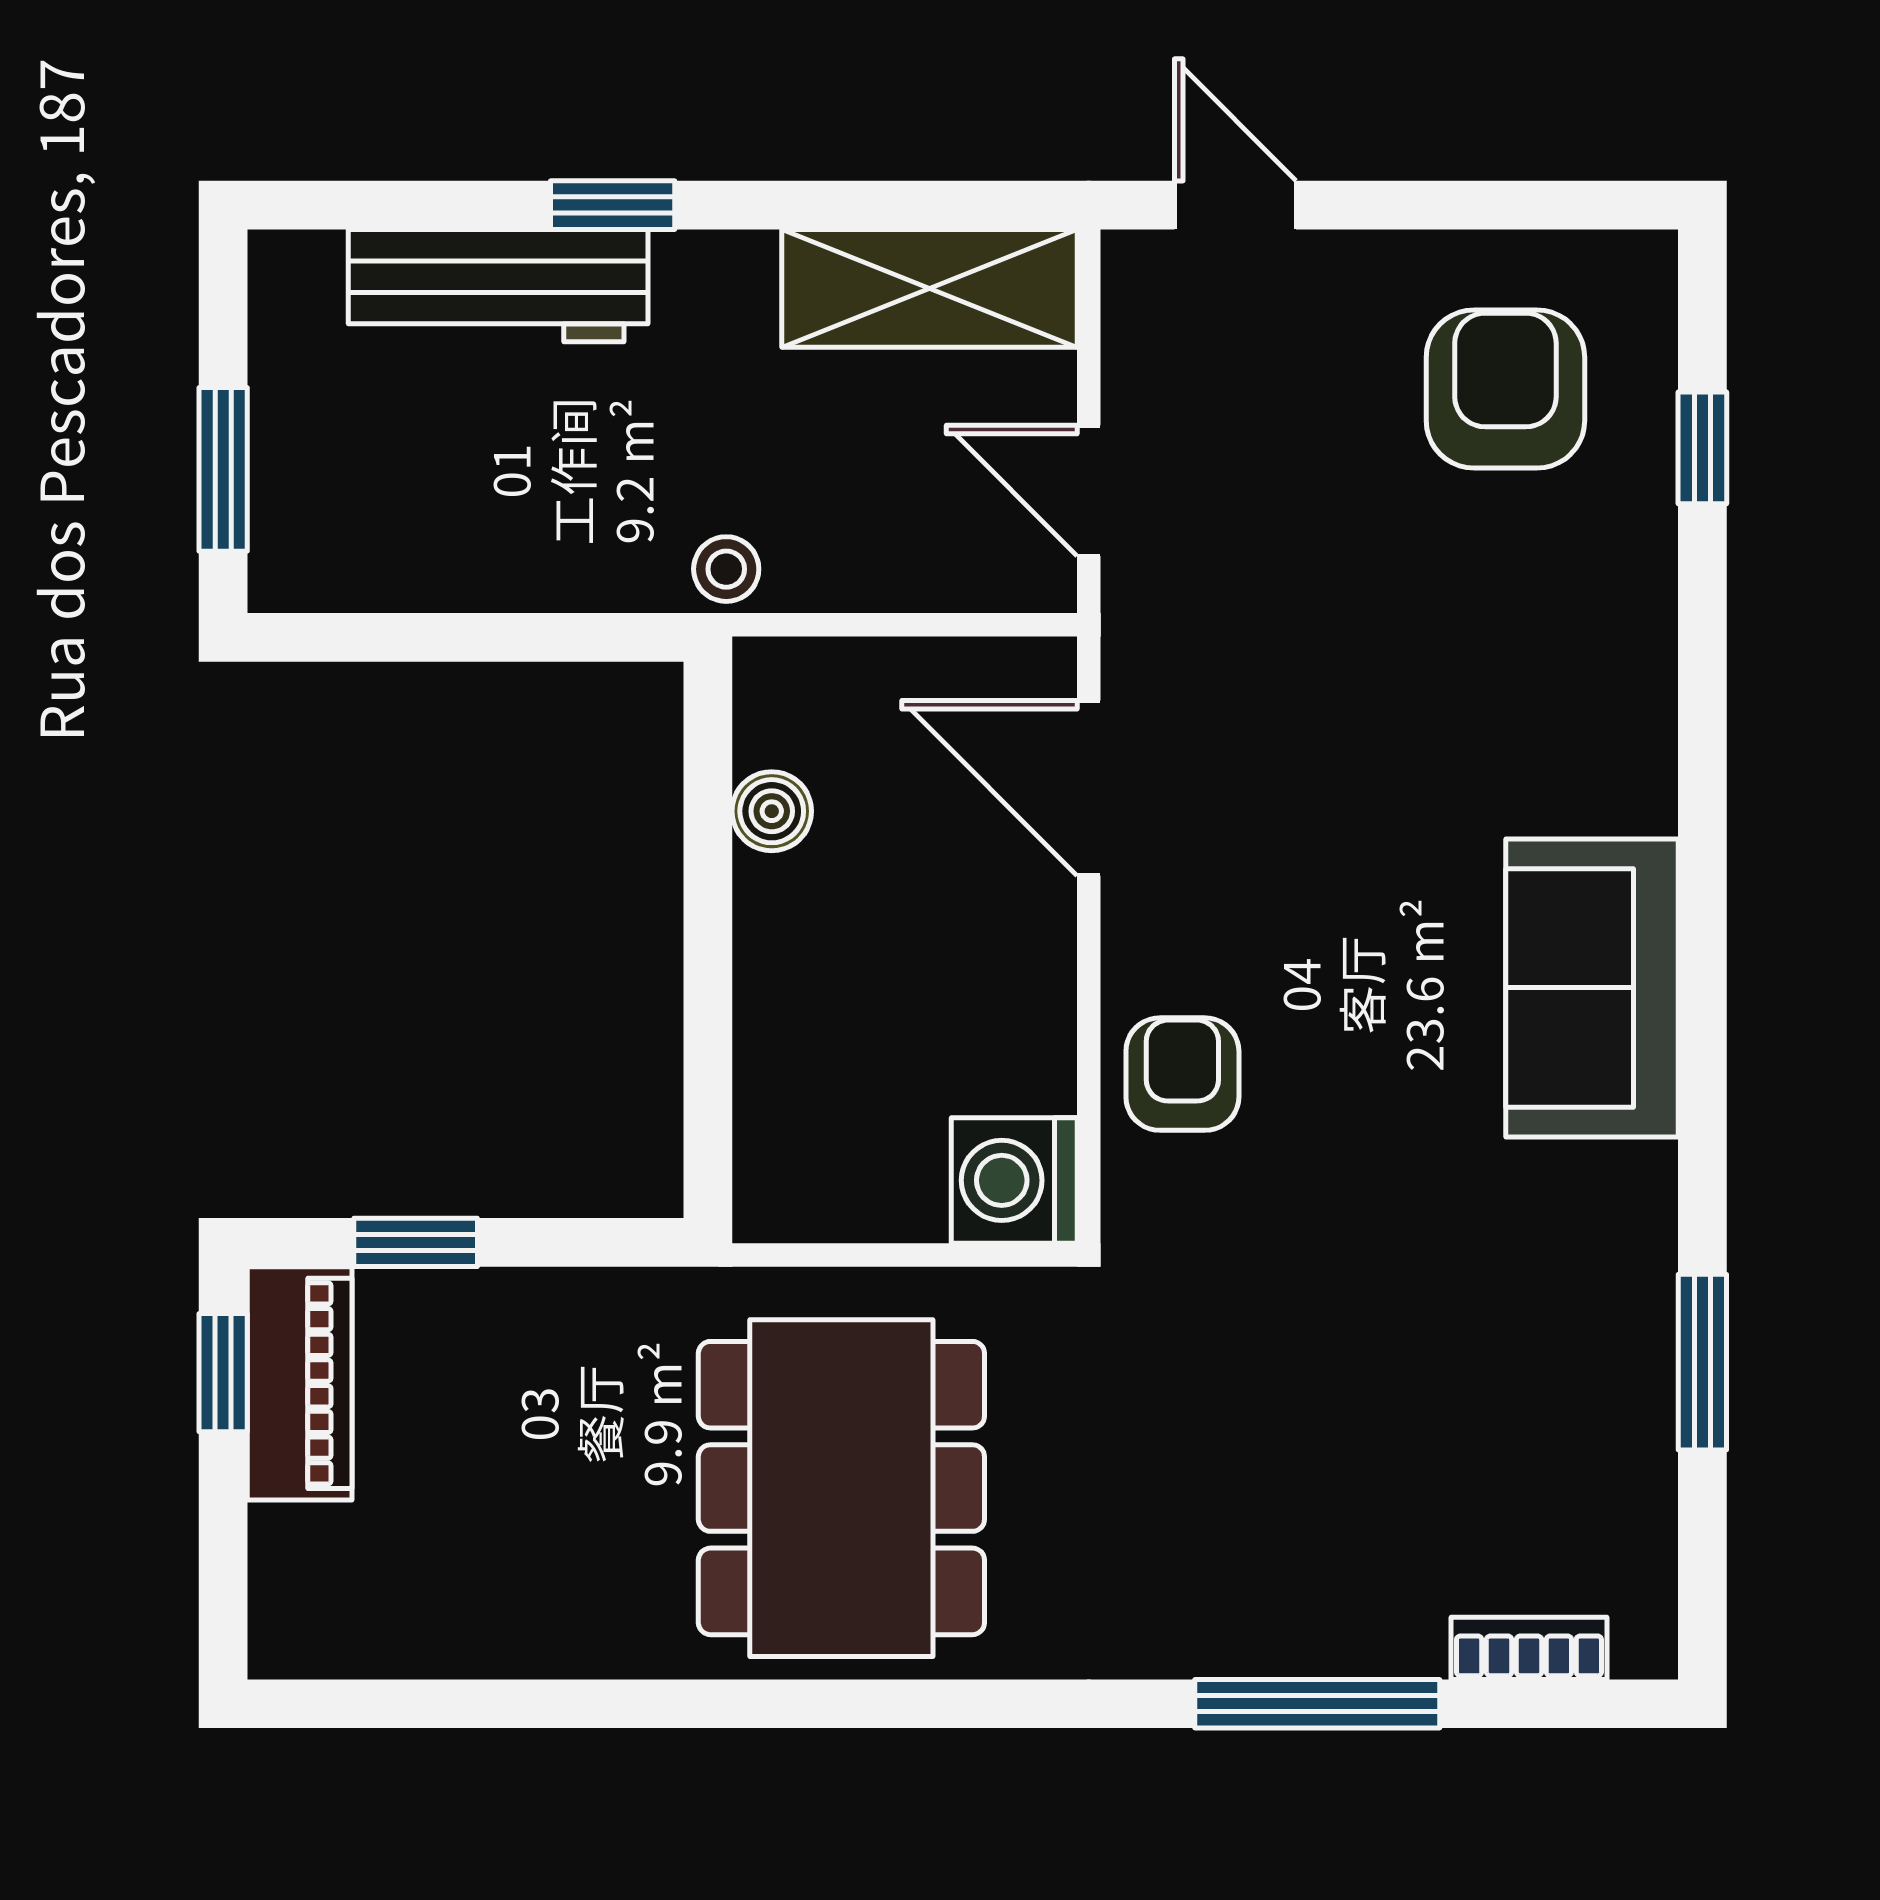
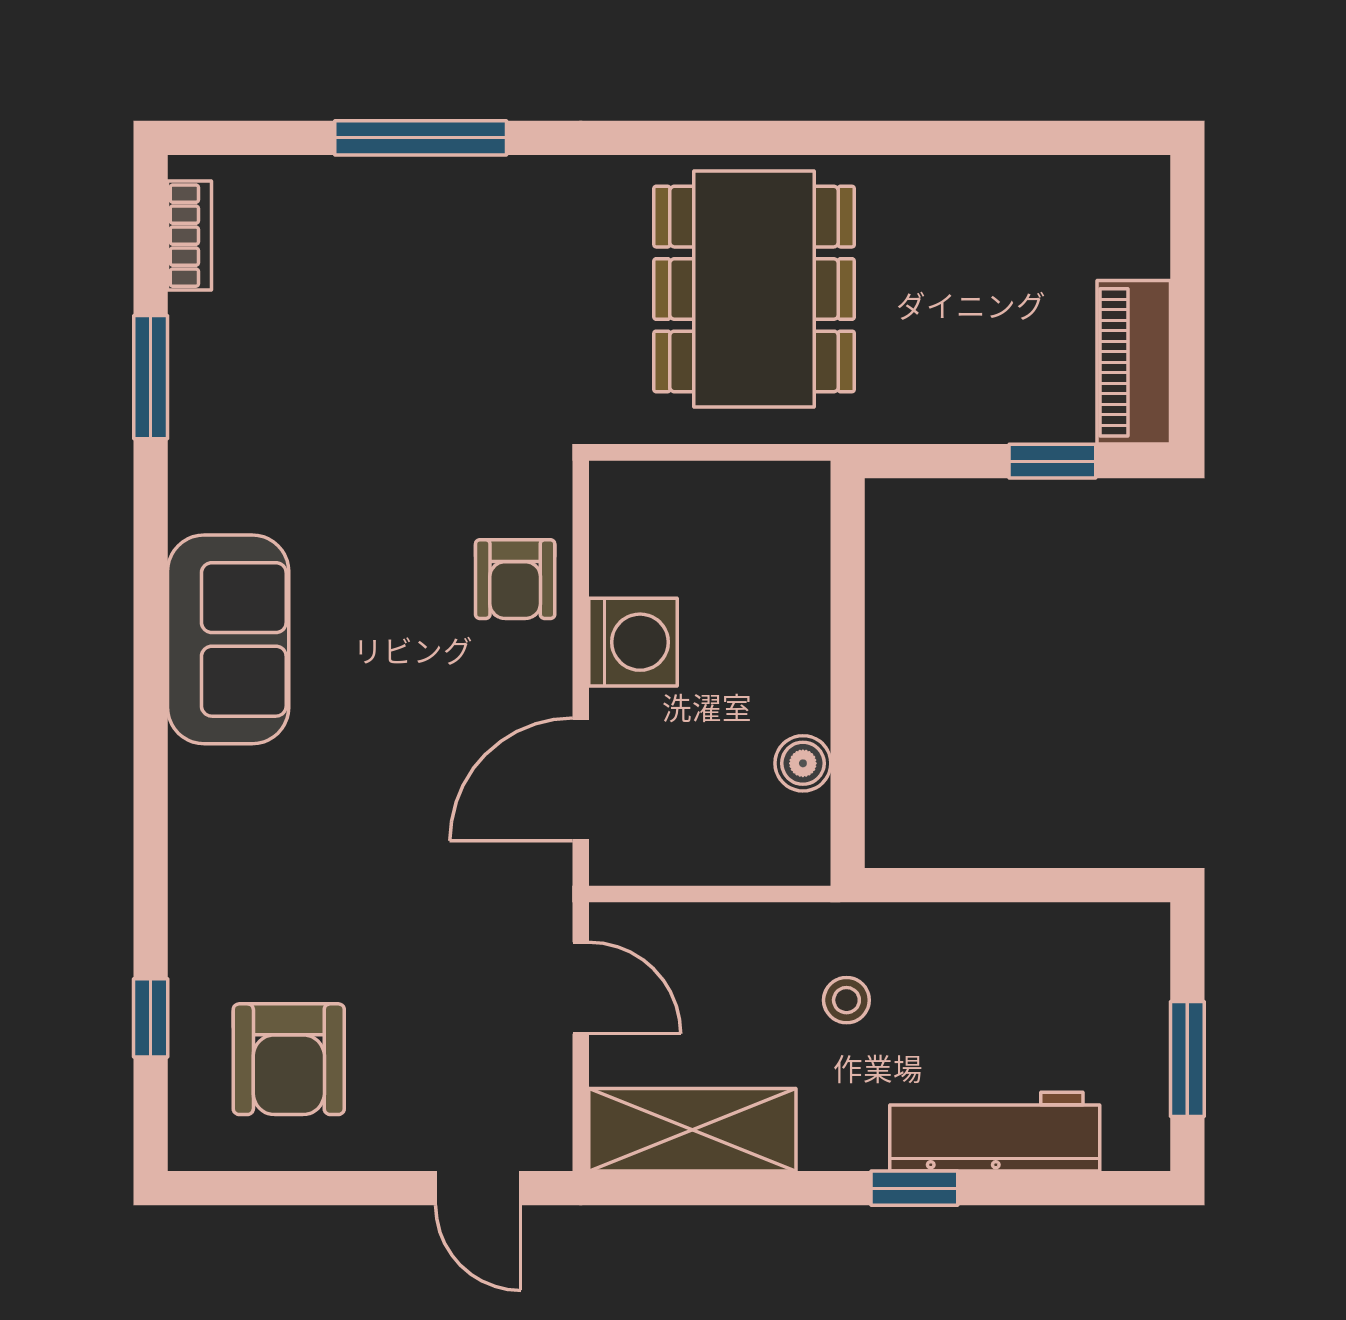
window: (223, 469) -> (1187, 1059), moved
stool: (726, 569) -> (846, 1000), moved
door: (1089, 788) -> (581, 779), swing flipped
washing machine: (1014, 1180) -> (633, 642), moved
window: (223, 1373) -> (1187, 370), removed
bookcase: (1529, 1648) -> (190, 236), moved, turned -90

